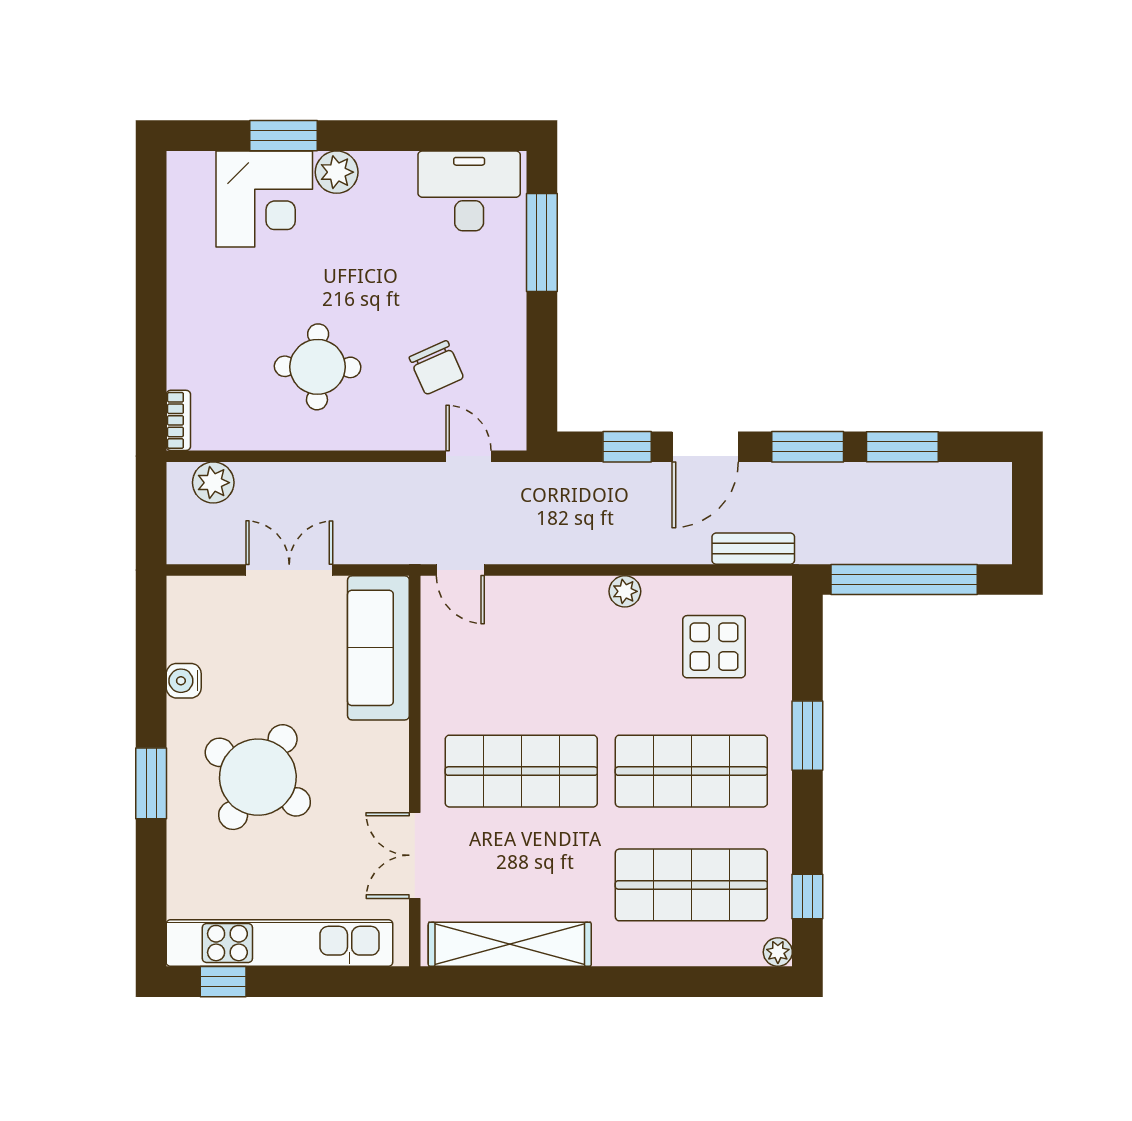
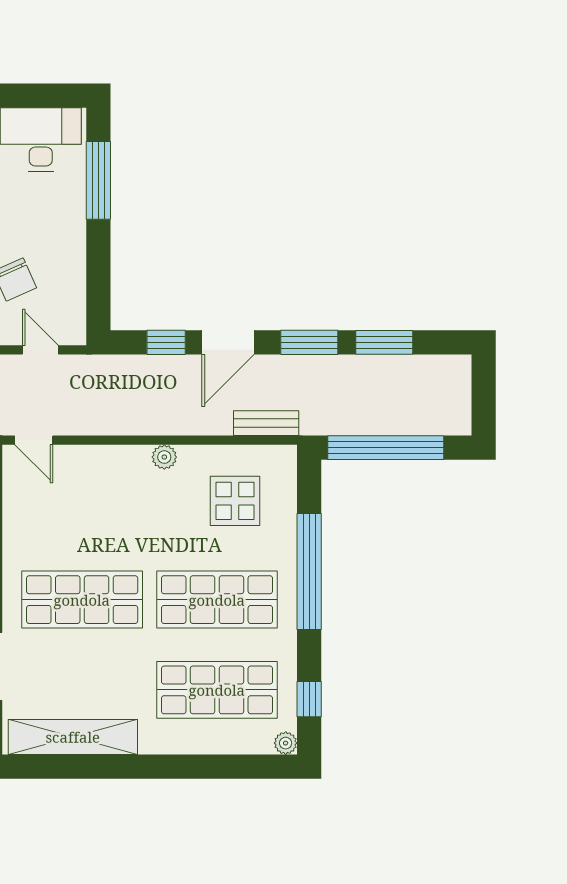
window: (807, 736) -> (309, 571), width x2.11

